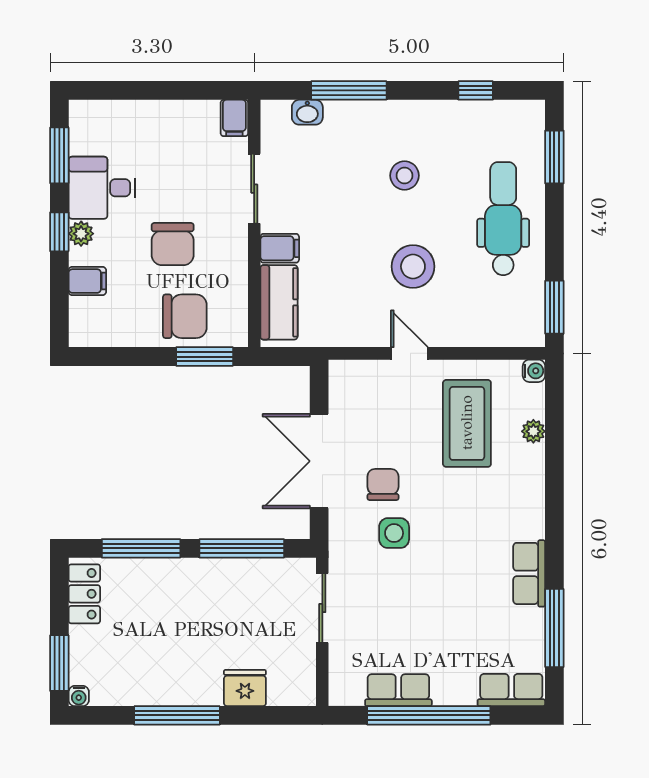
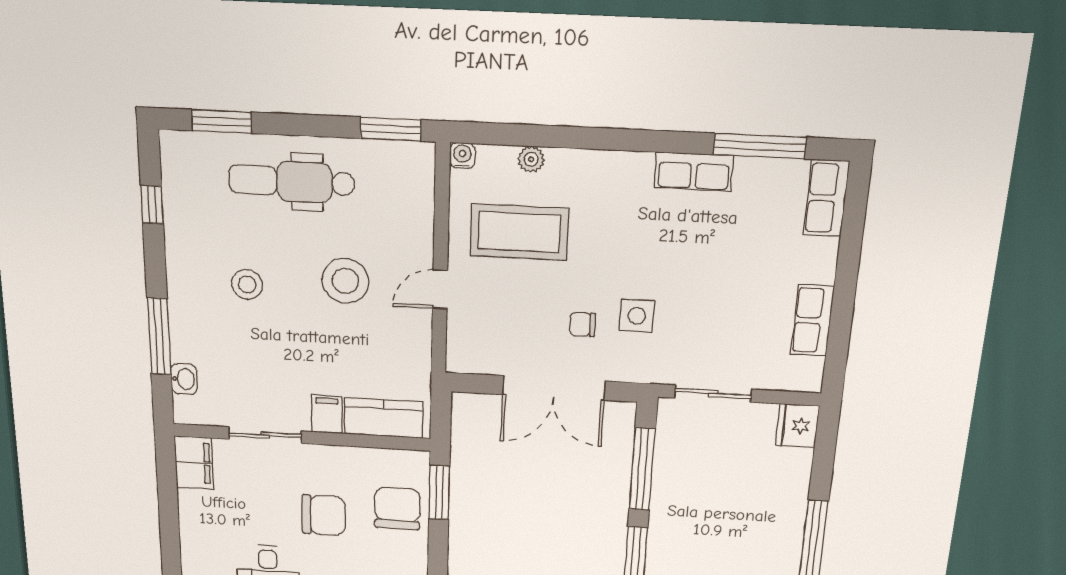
filing cabinet: (234, 118) -> (194, 463), width x2.00
chair: (383, 484) -> (583, 324), width x0.73, depth x0.73
fridge: (245, 688) -> (798, 426), moved
window: (429, 715) -> (845, 290), removed

